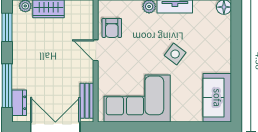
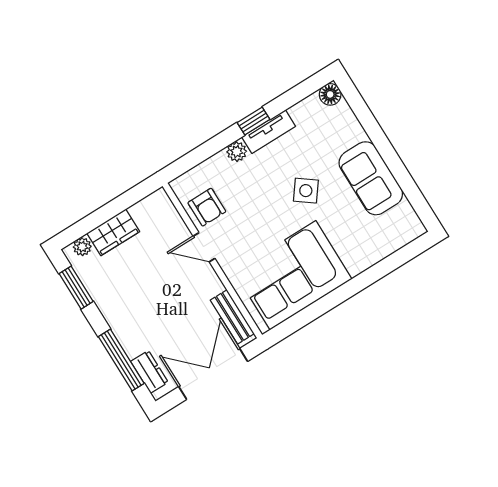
sofa: (217, 98) -> (371, 178), moved

